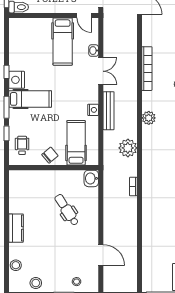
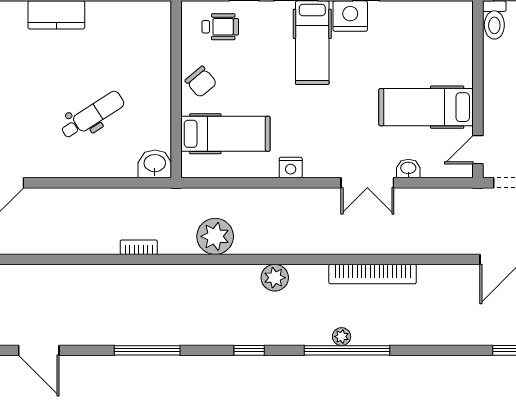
bench: (109, 111) -> (289, 198), removed

